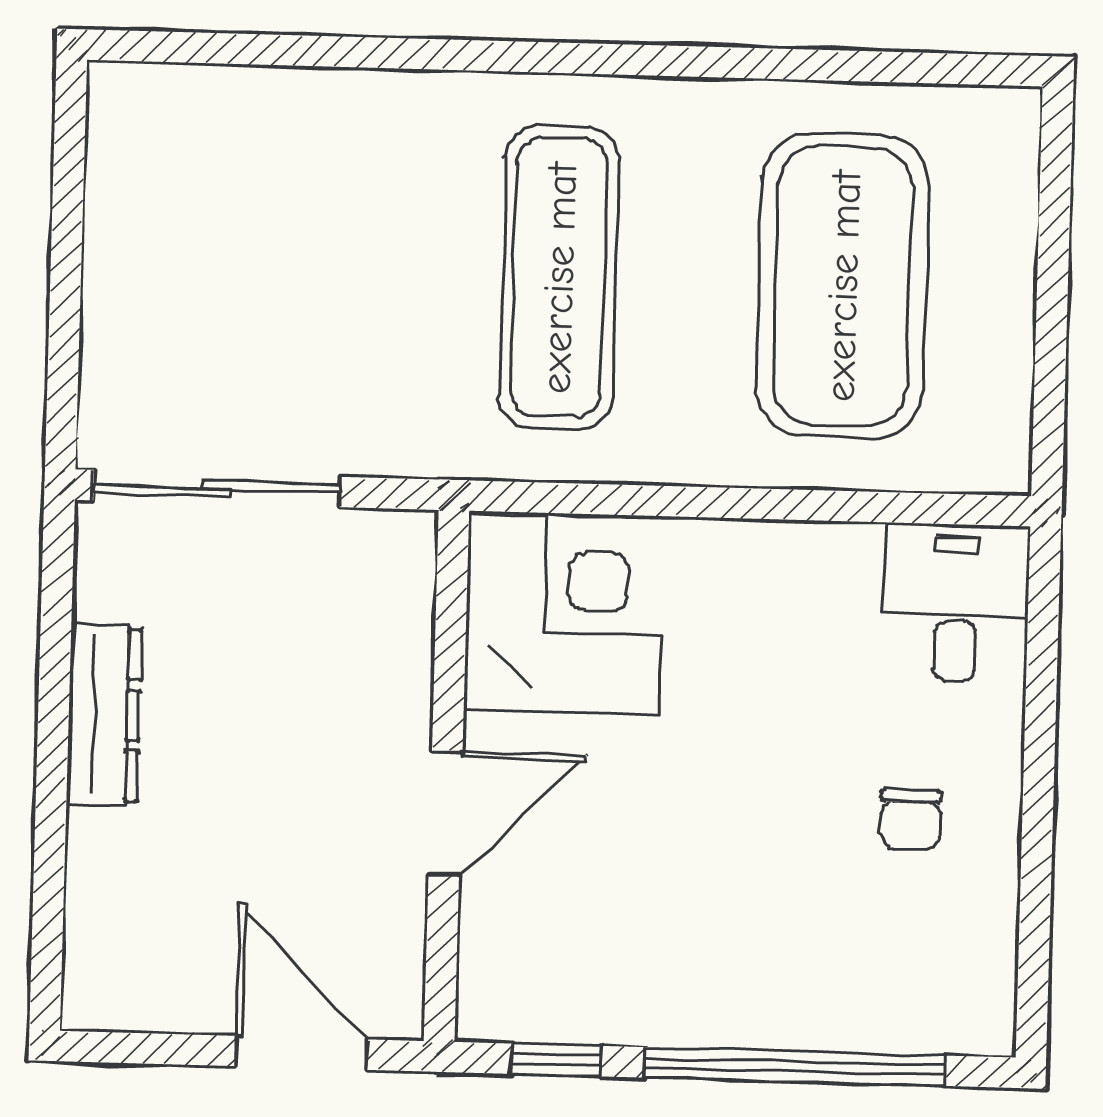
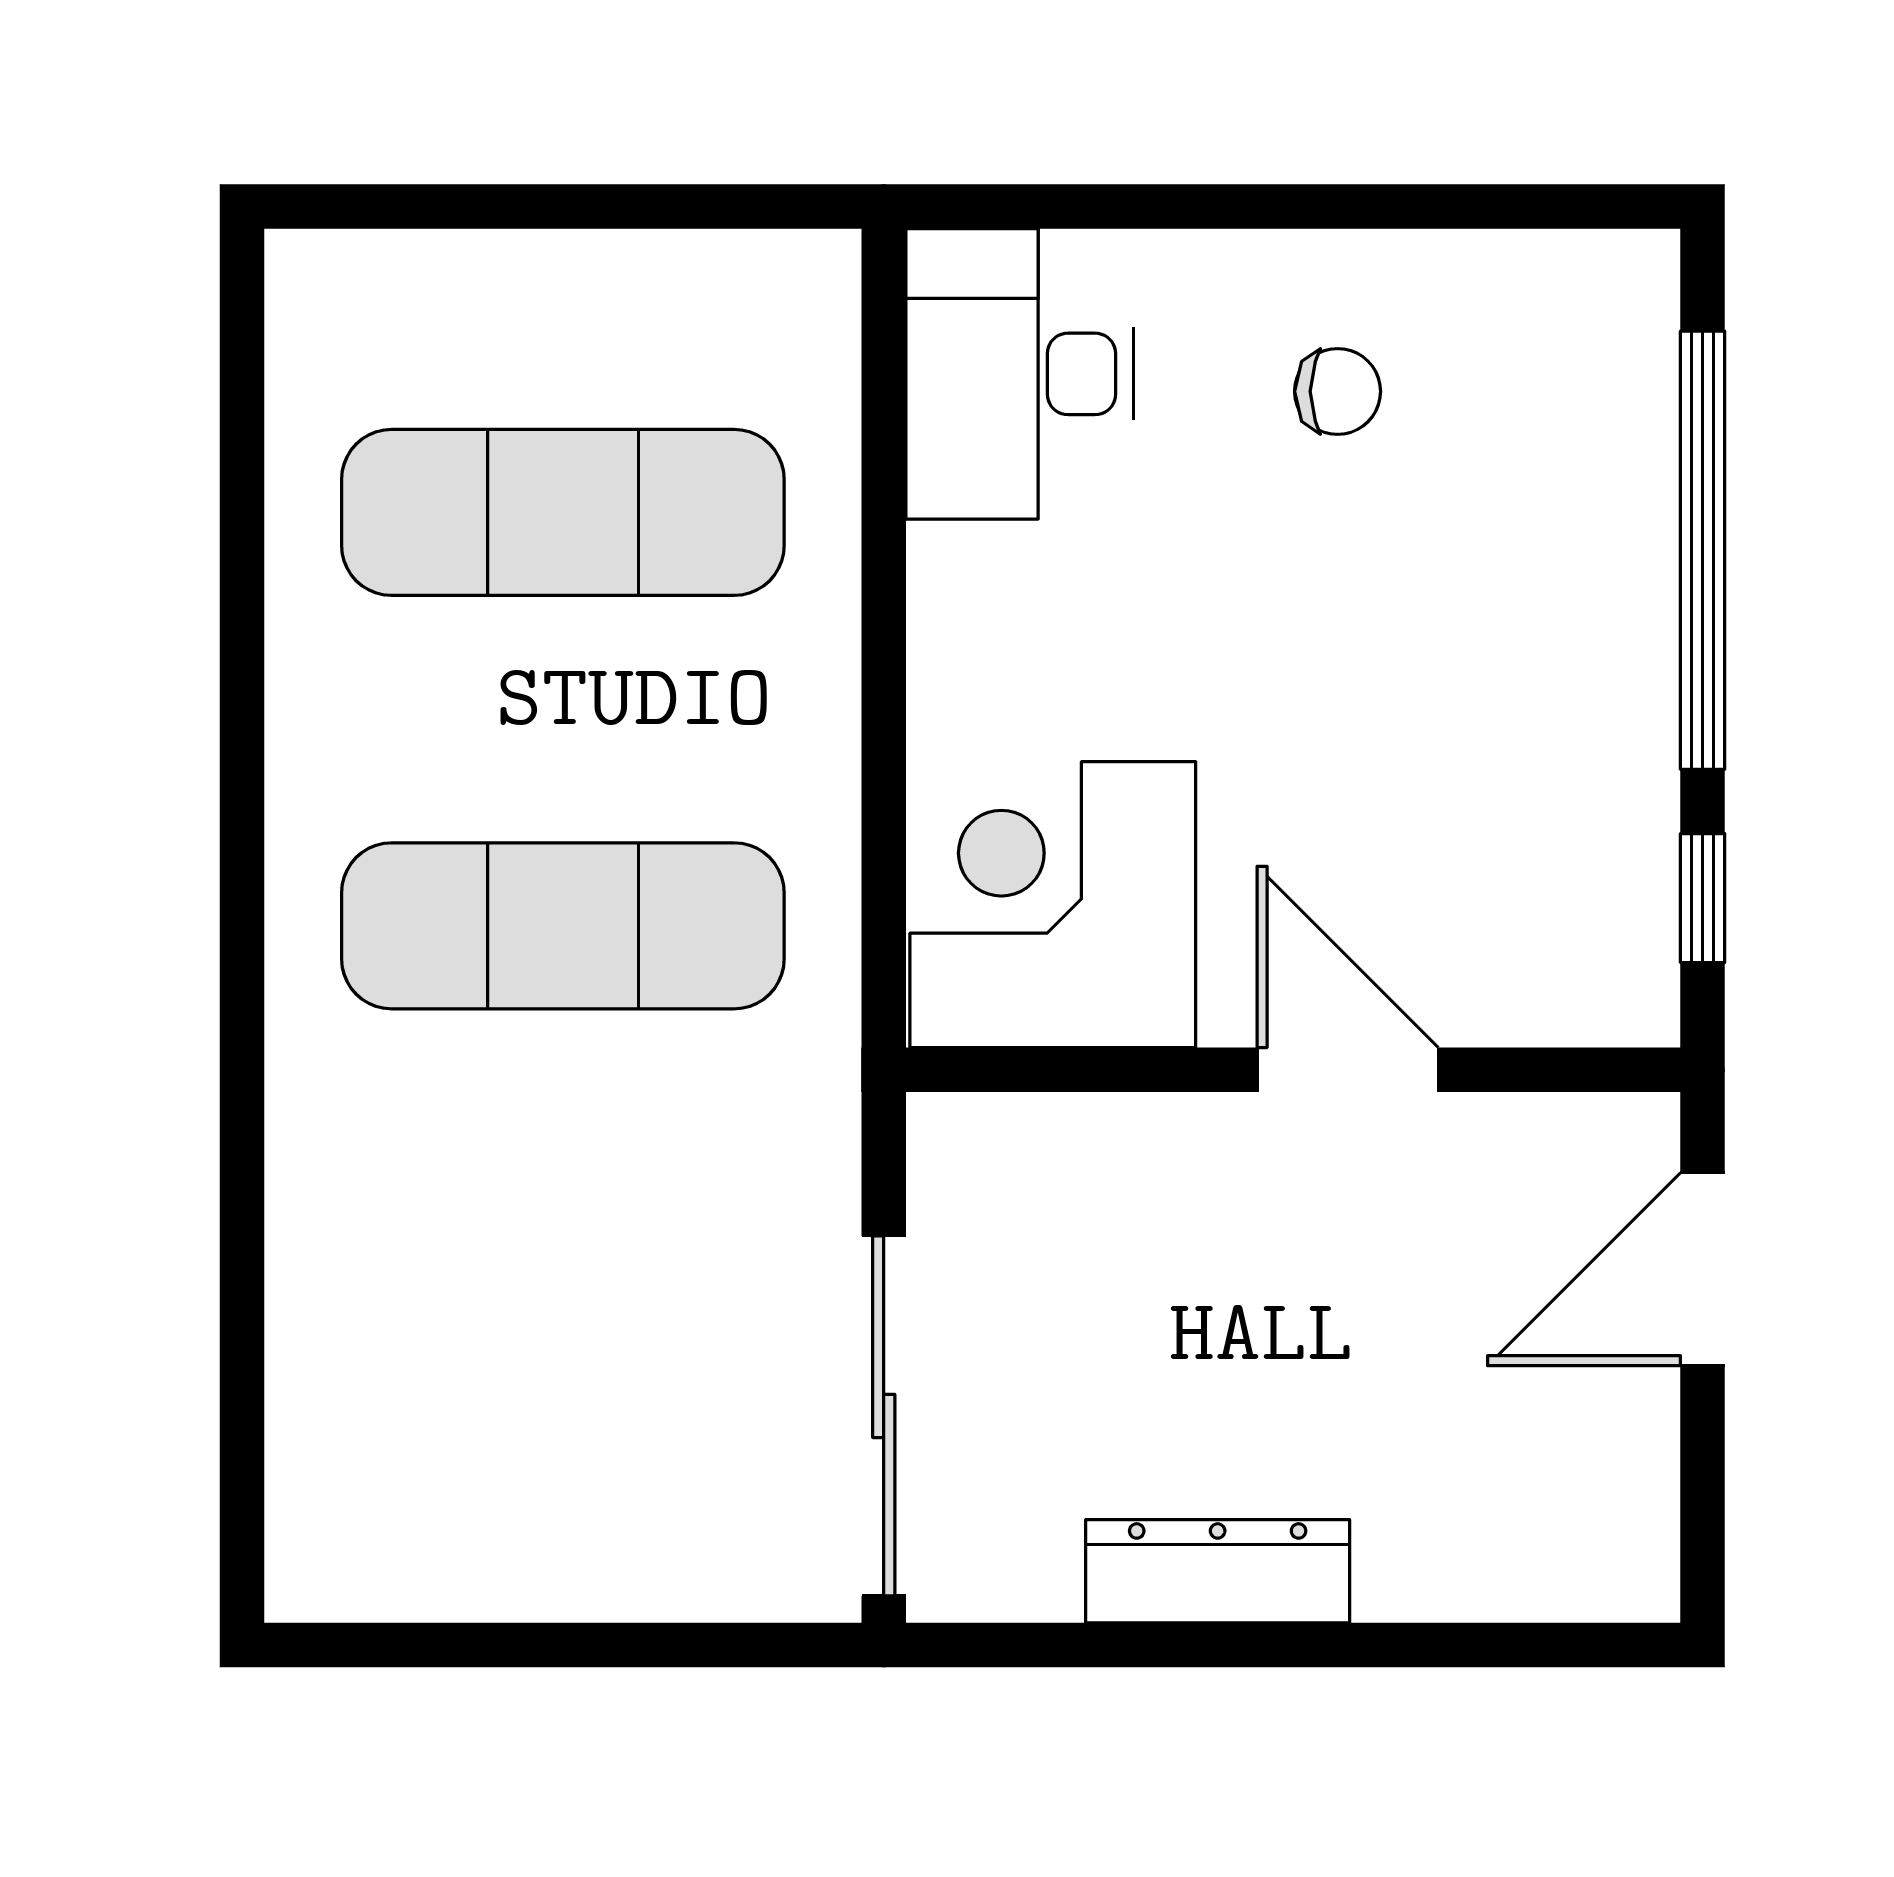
exercise mat: (843, 286) -> (563, 512), width x0.68
desk: (956, 603) -> (1020, 374), width x1.37

